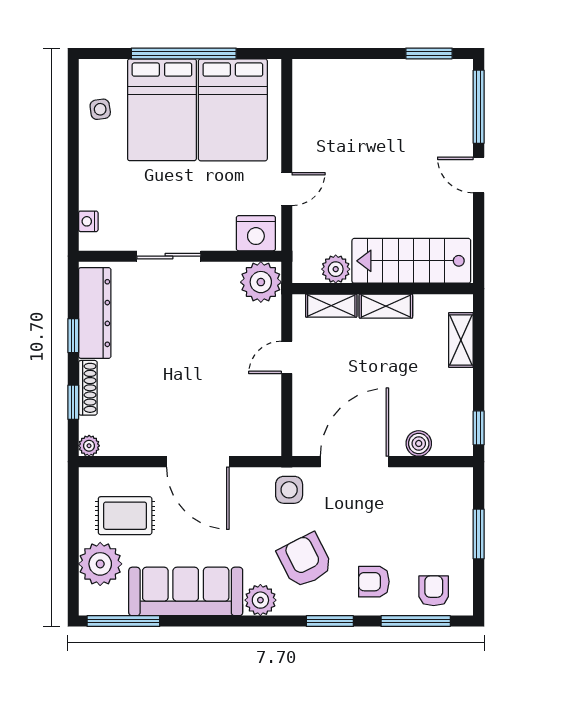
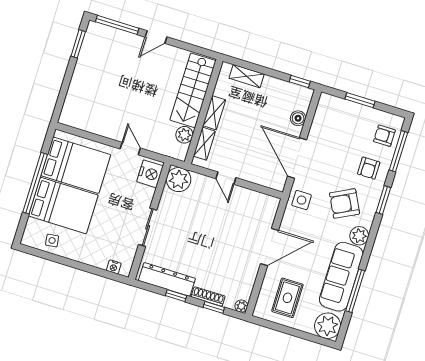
plant: (100, 564) -> (328, 326), moved
window: (123, 621) -> (355, 291), moved

